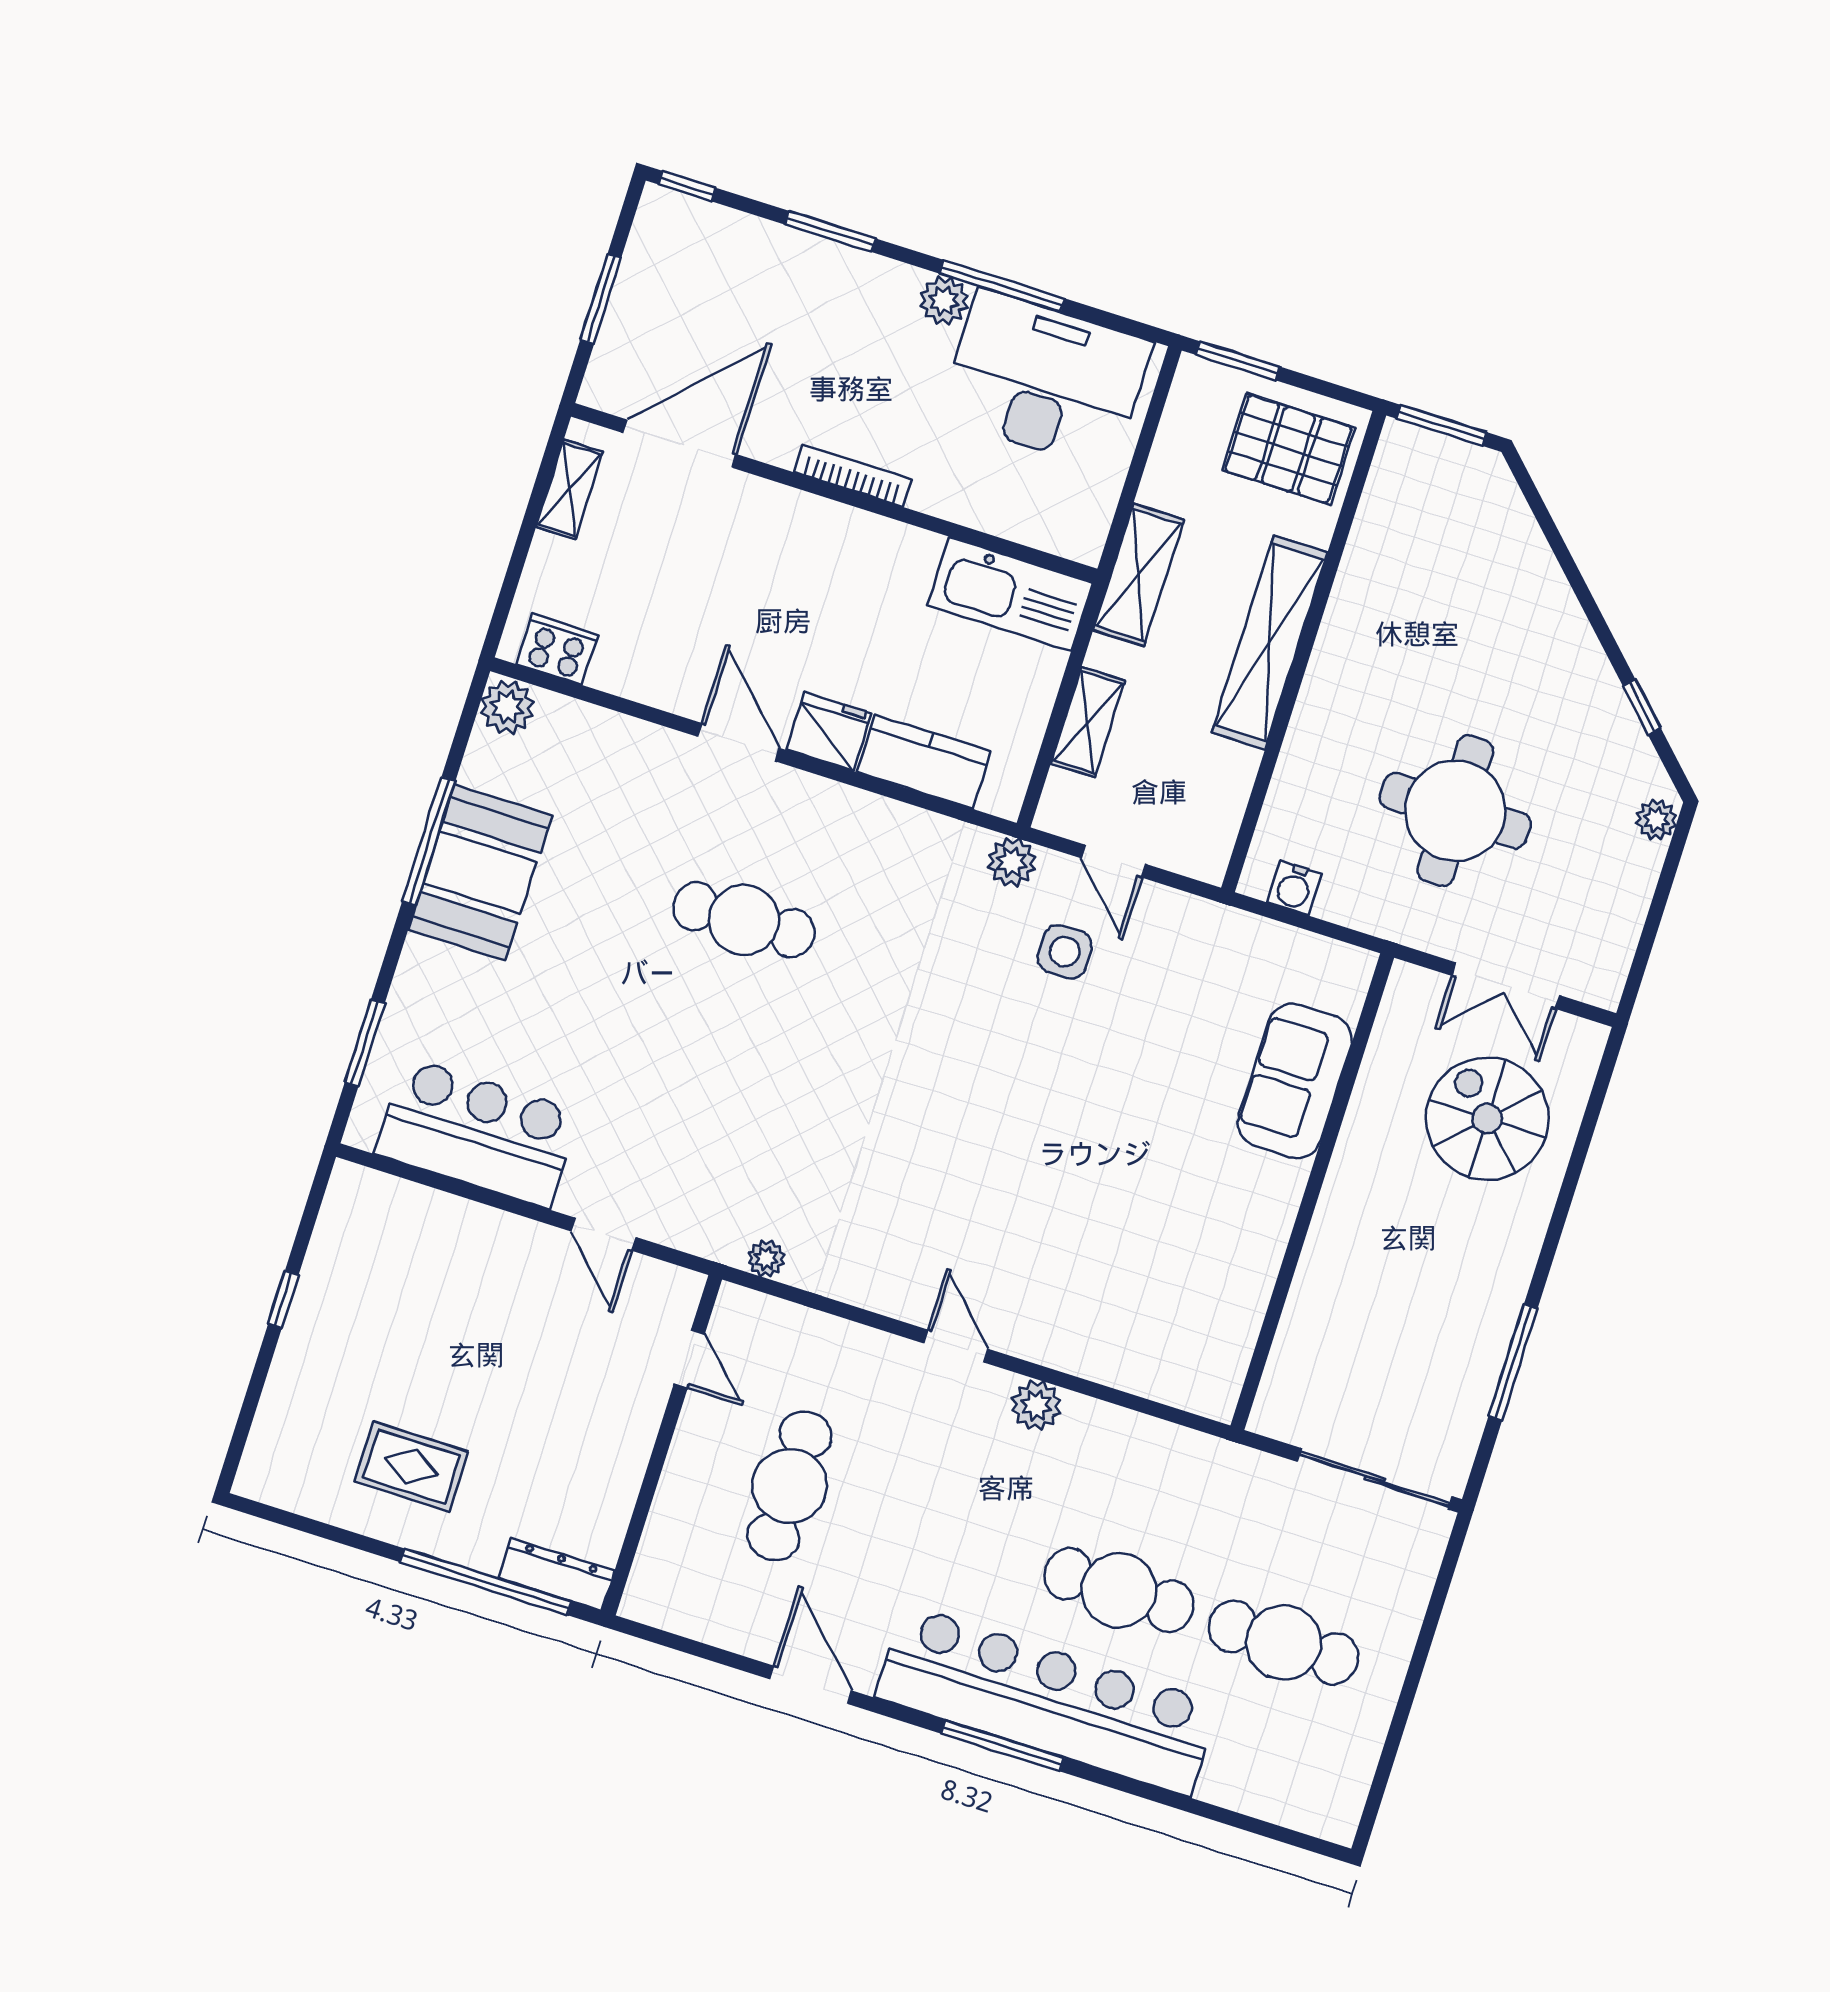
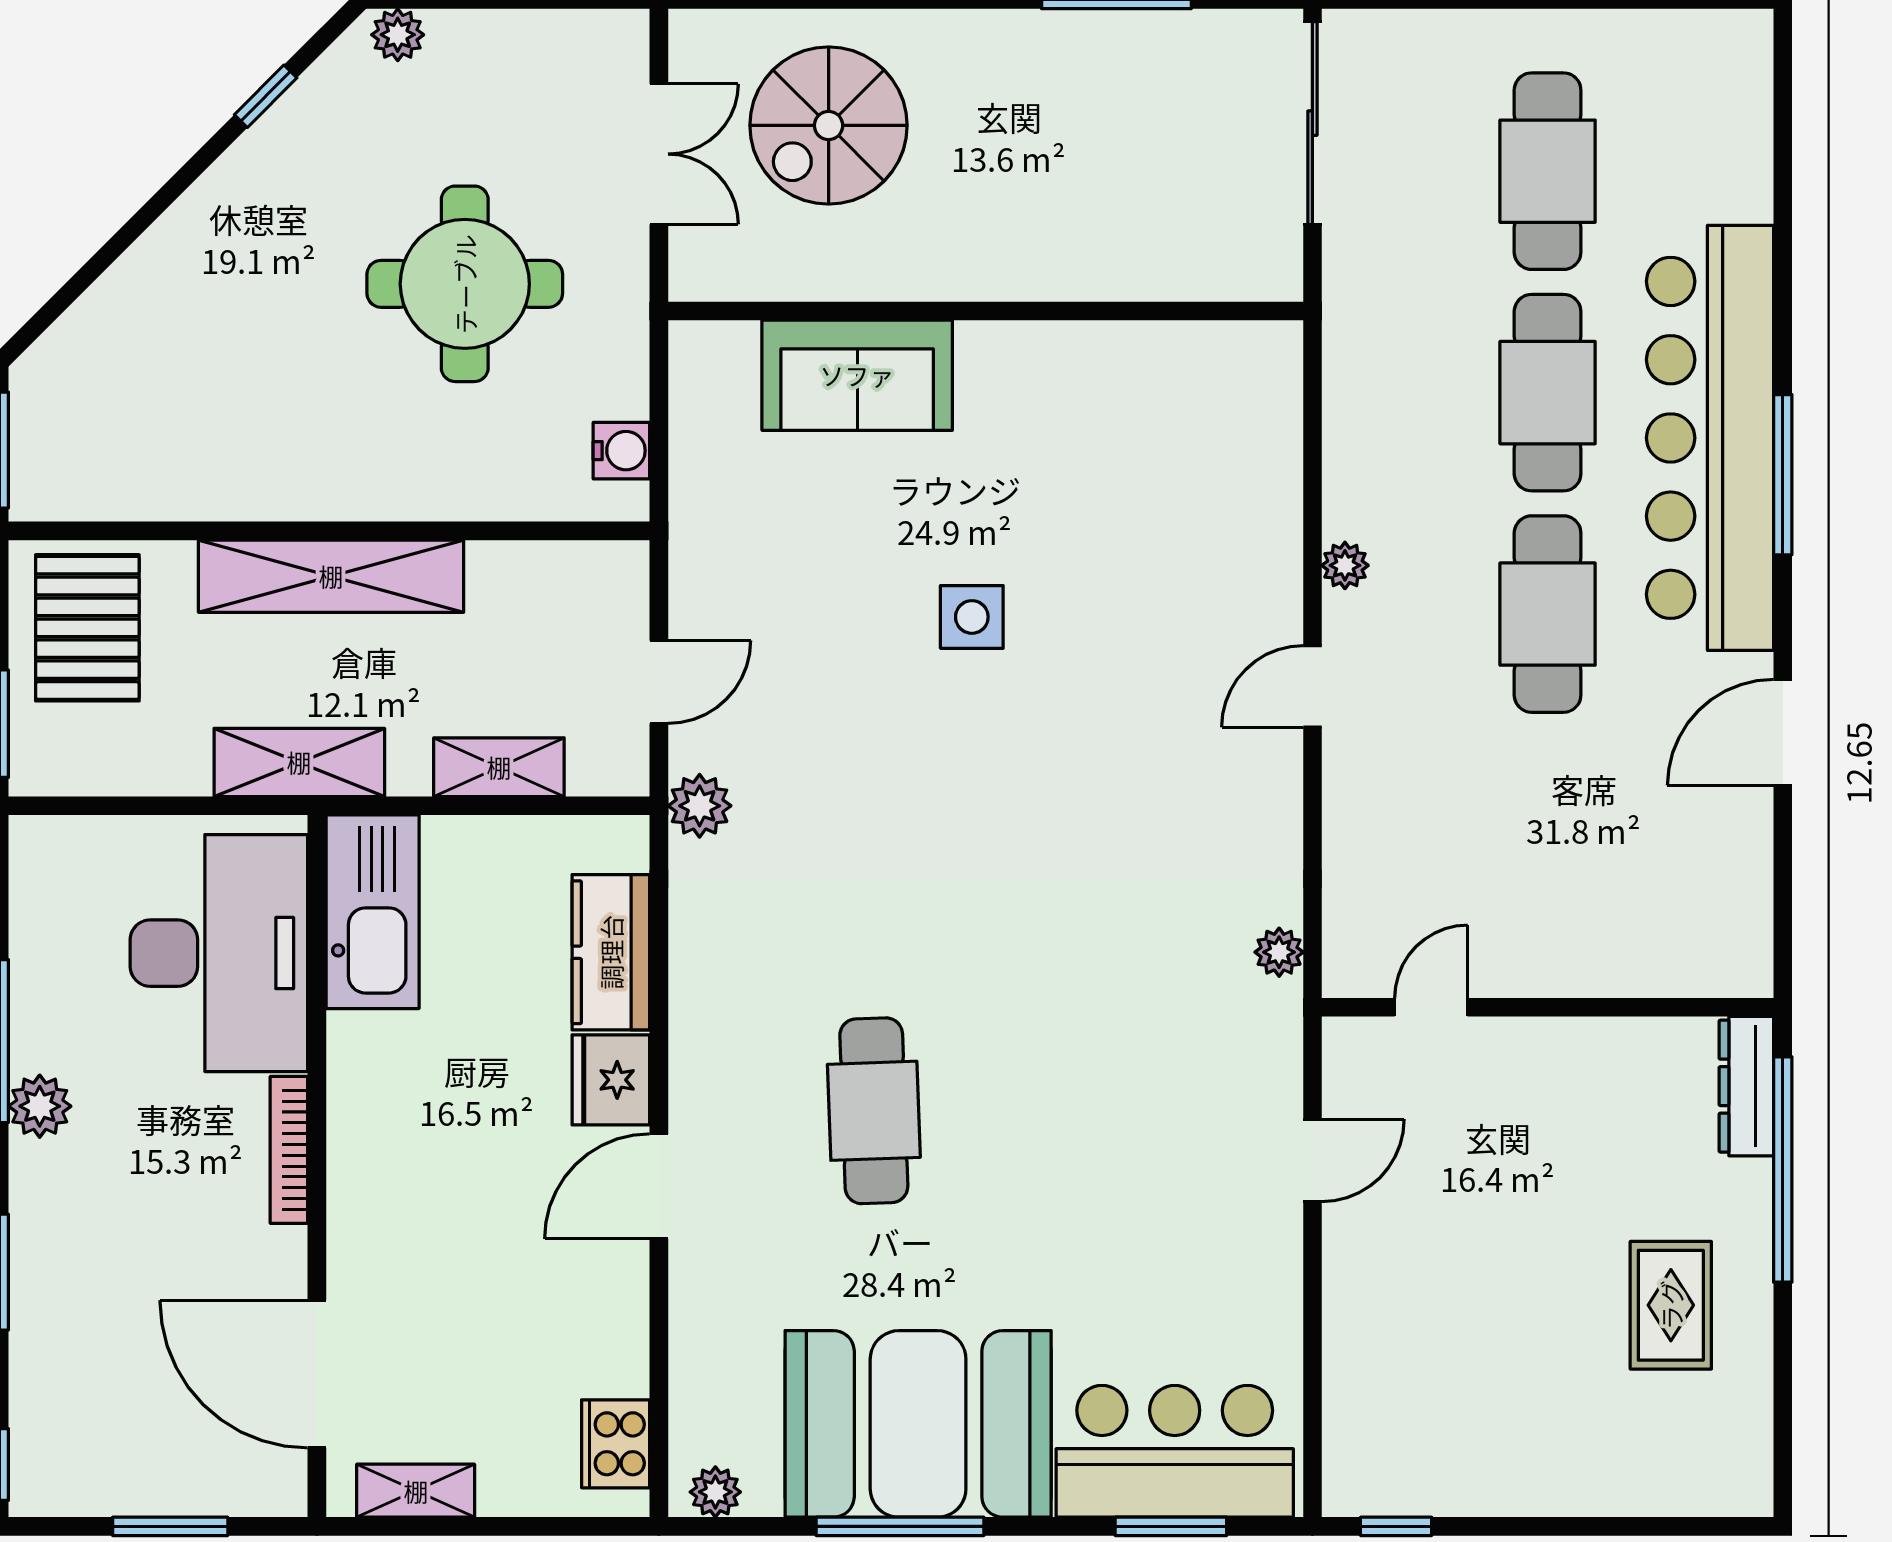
desk: (1046, 380) -> (219, 953), moved, turned 180
plant: (507, 707) -> (715, 1492), width x0.73, depth x0.73
booth: (480, 872) -> (918, 1424), width x1.36, depth x1.42
side table: (1065, 952) -> (972, 617), moved
bar counter: (477, 1133) -> (1175, 1451), moved, turned 90
window: (283, 1300) -> (1396, 1526), moved
plant: (1036, 1405) -> (1345, 565), width x0.73, depth x0.73
cafe table: (790, 1486) -> (1548, 614), moved, turned 90

